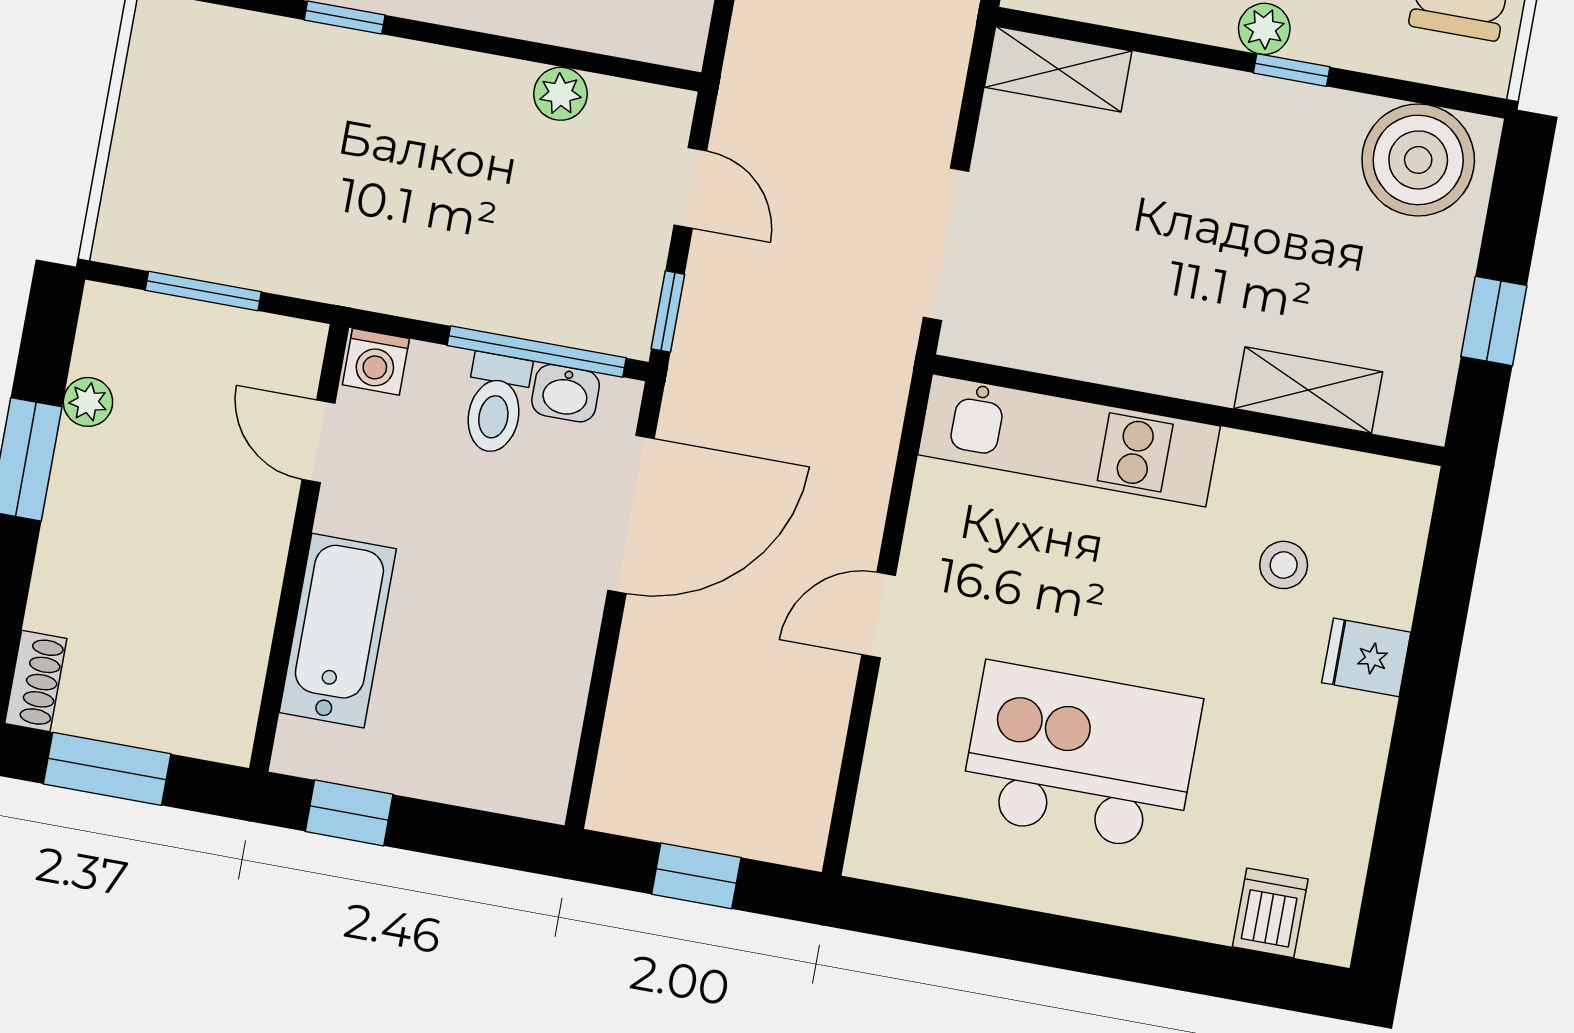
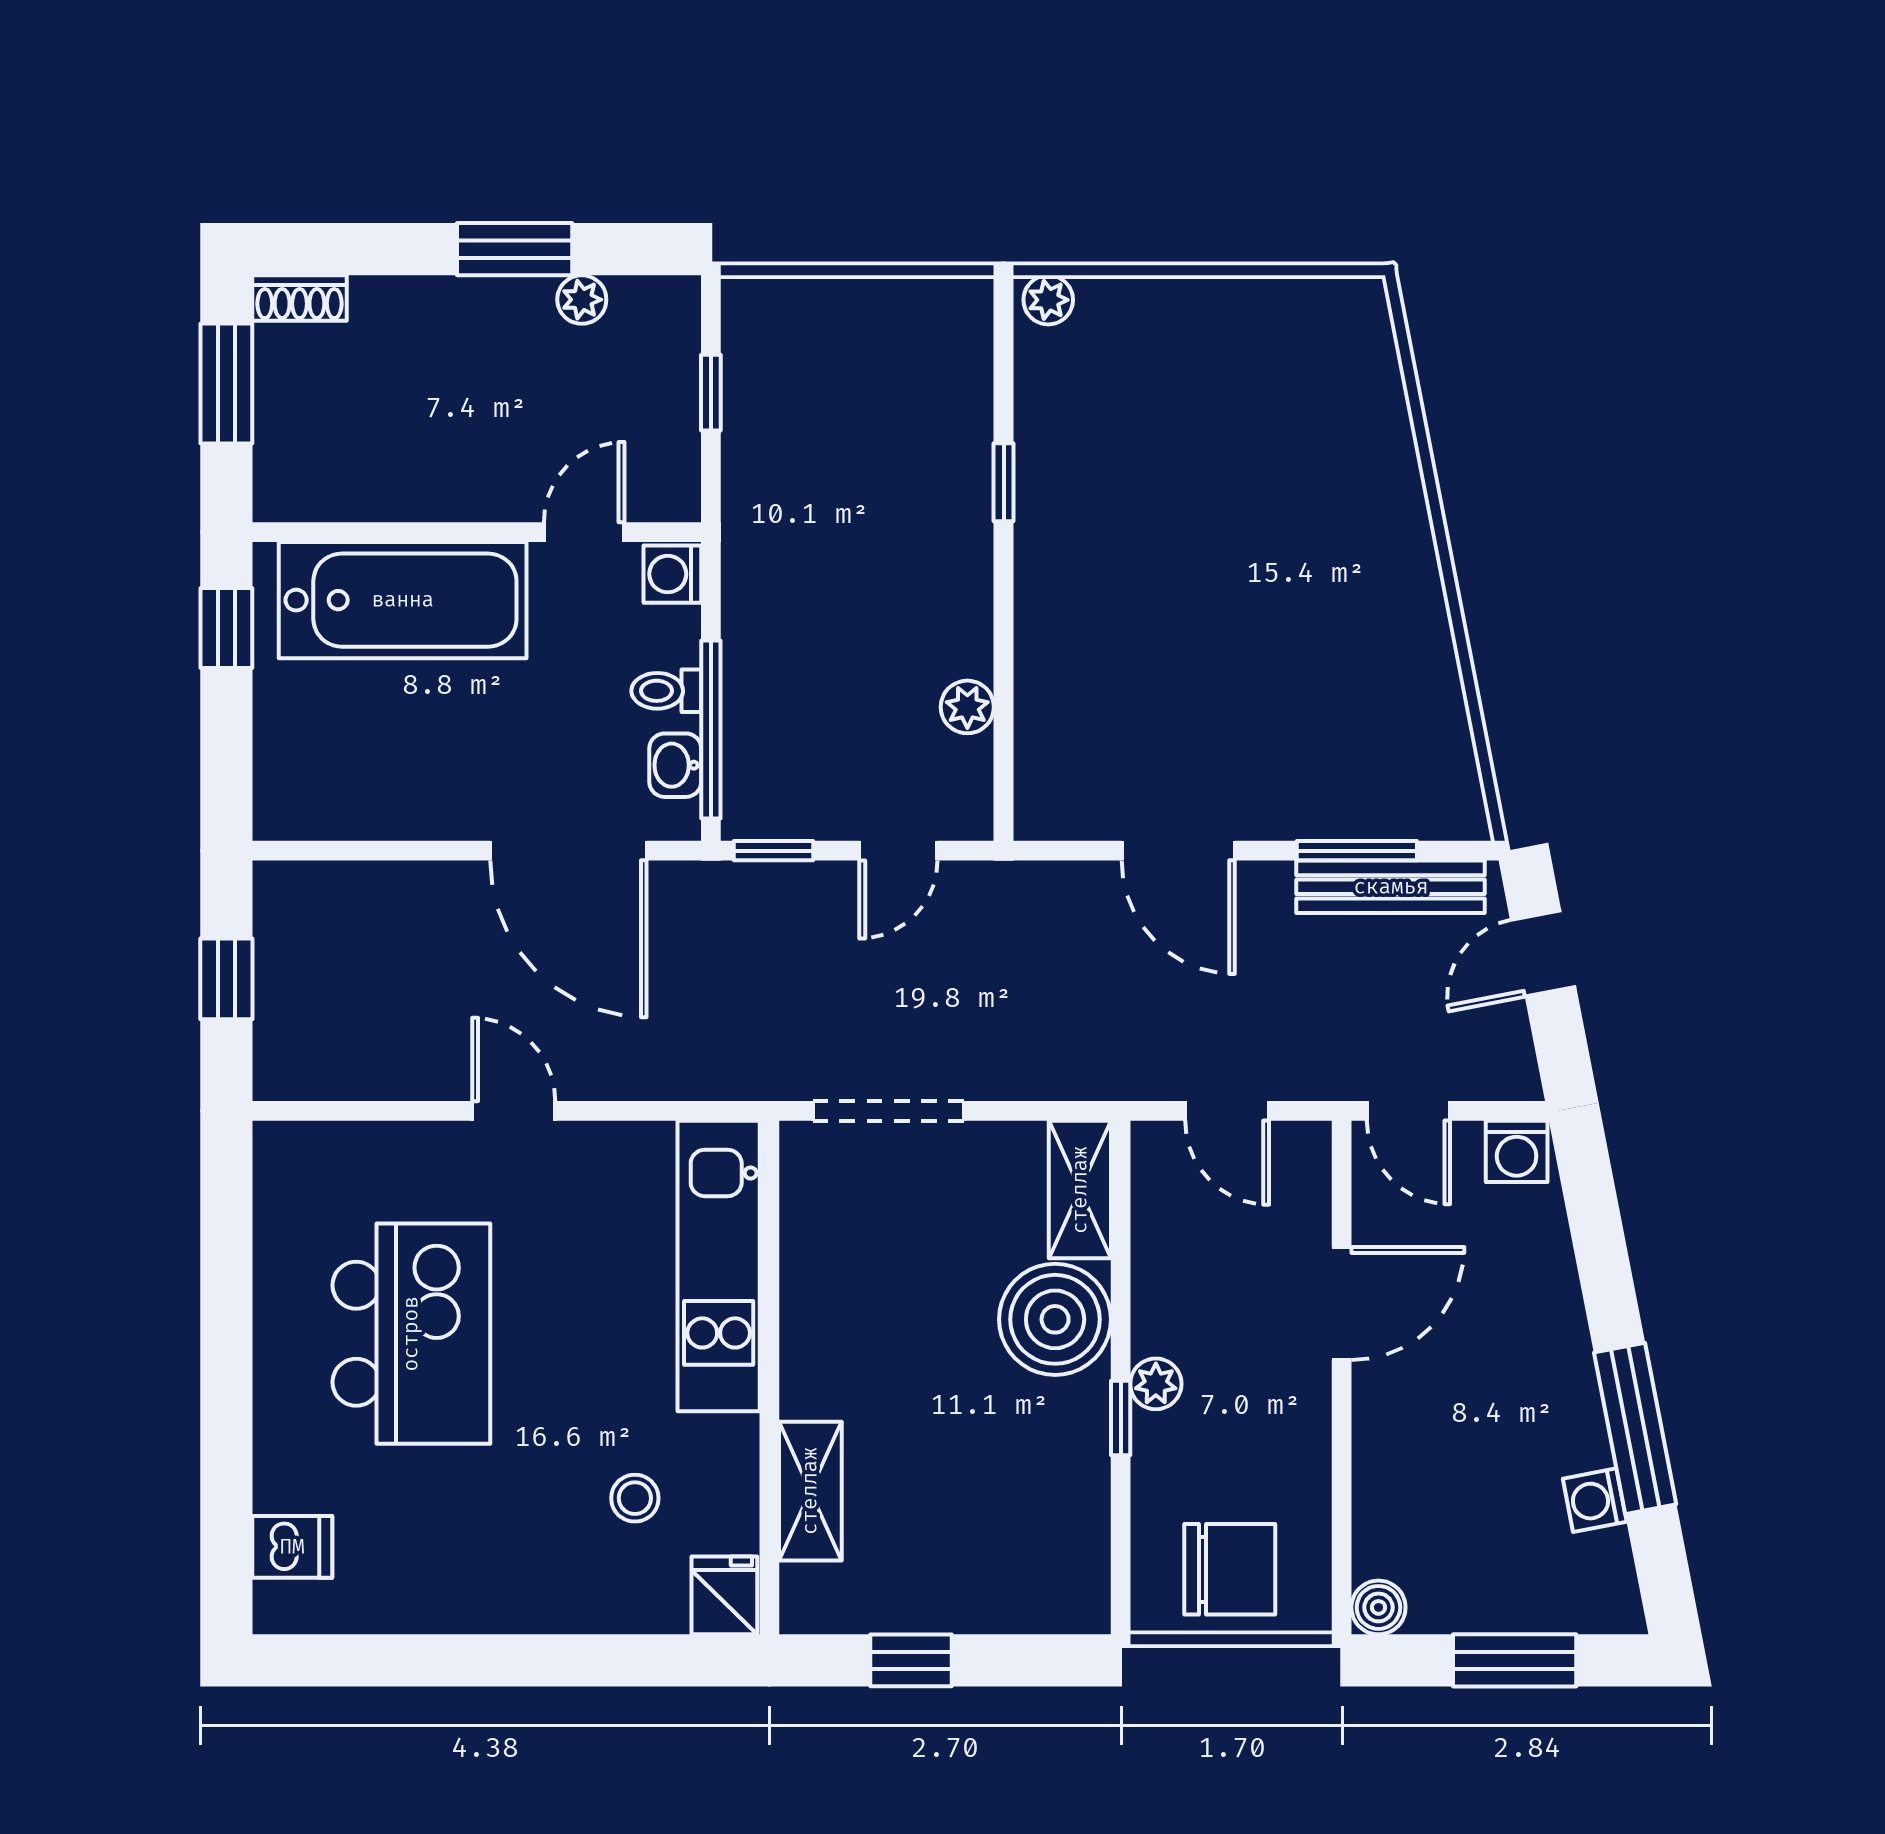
boiler: (1418, 160) -> (1055, 1319), moved
window: (203, 291) -> (711, 393), width x0.67
toilet: (496, 403) -> (666, 691), width x0.73, depth x0.72
bathtub: (338, 631) -> (403, 600), width x1.36, depth x1.36
fridge: (1366, 657) -> (724, 1595), moved

